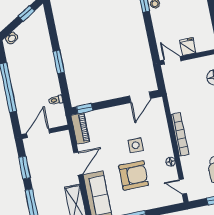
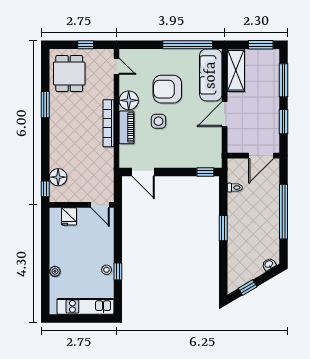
fridge: (188, 47) -> (69, 216), moved
door: (140, 97) -> (143, 172), swing flipped
piano: (80, 128) -> (127, 127), moved, turned 180
floor lamp: (171, 162) -> (129, 100), width x1.89, depth x1.89

